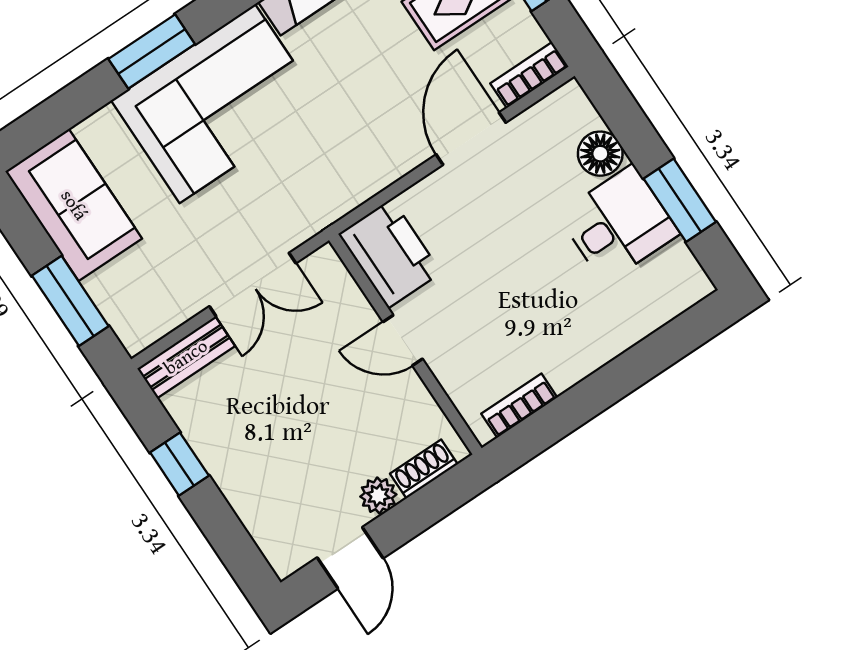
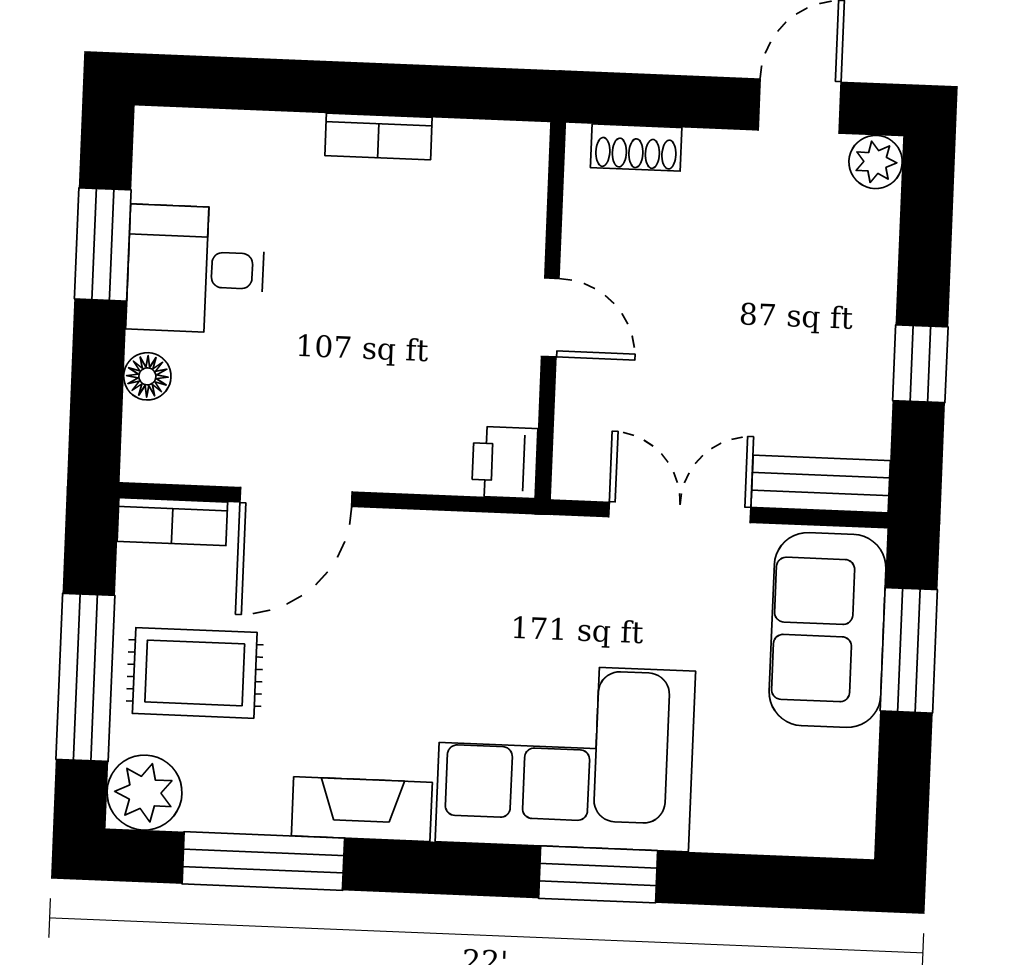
floor lamp: (600, 154) -> (147, 376), width x0.73, depth x0.73
sofa: (74, 205) -> (828, 630), moved
printer: (390, 253) -> (505, 462), width x0.53, depth x0.68
bookcase: (519, 406) -> (378, 137), moved
plant: (378, 495) -> (876, 162), moved

